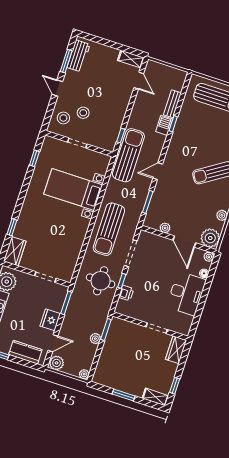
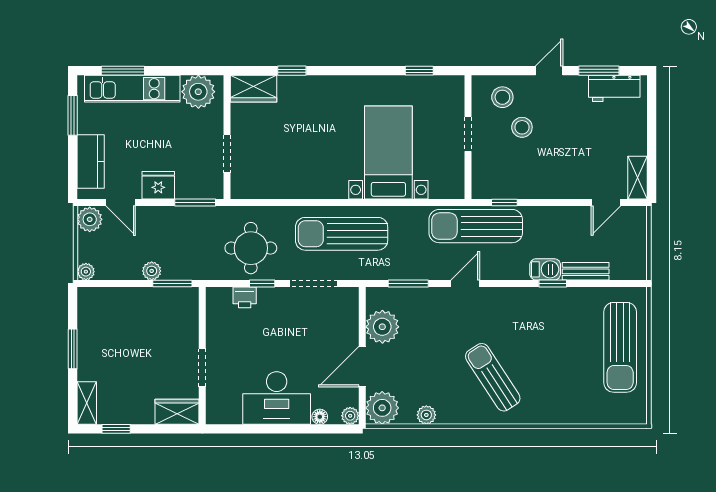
sun lounger: (128, 155) -> (476, 226), turned 180
door: (158, 171) -> (465, 284), hinge flipped
plant: (165, 228) -> (382, 327), width x1.87, depth x1.87

